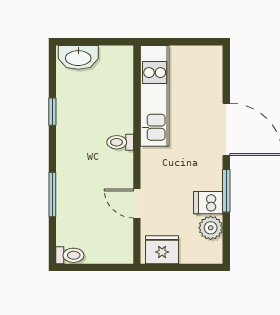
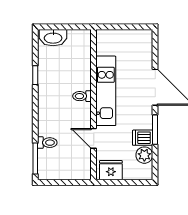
kitchen unit: (155, 96) -> (106, 91), moved
window: (52, 195) -> (35, 158), moved
toilet: (70, 255) -> (47, 143), moved

